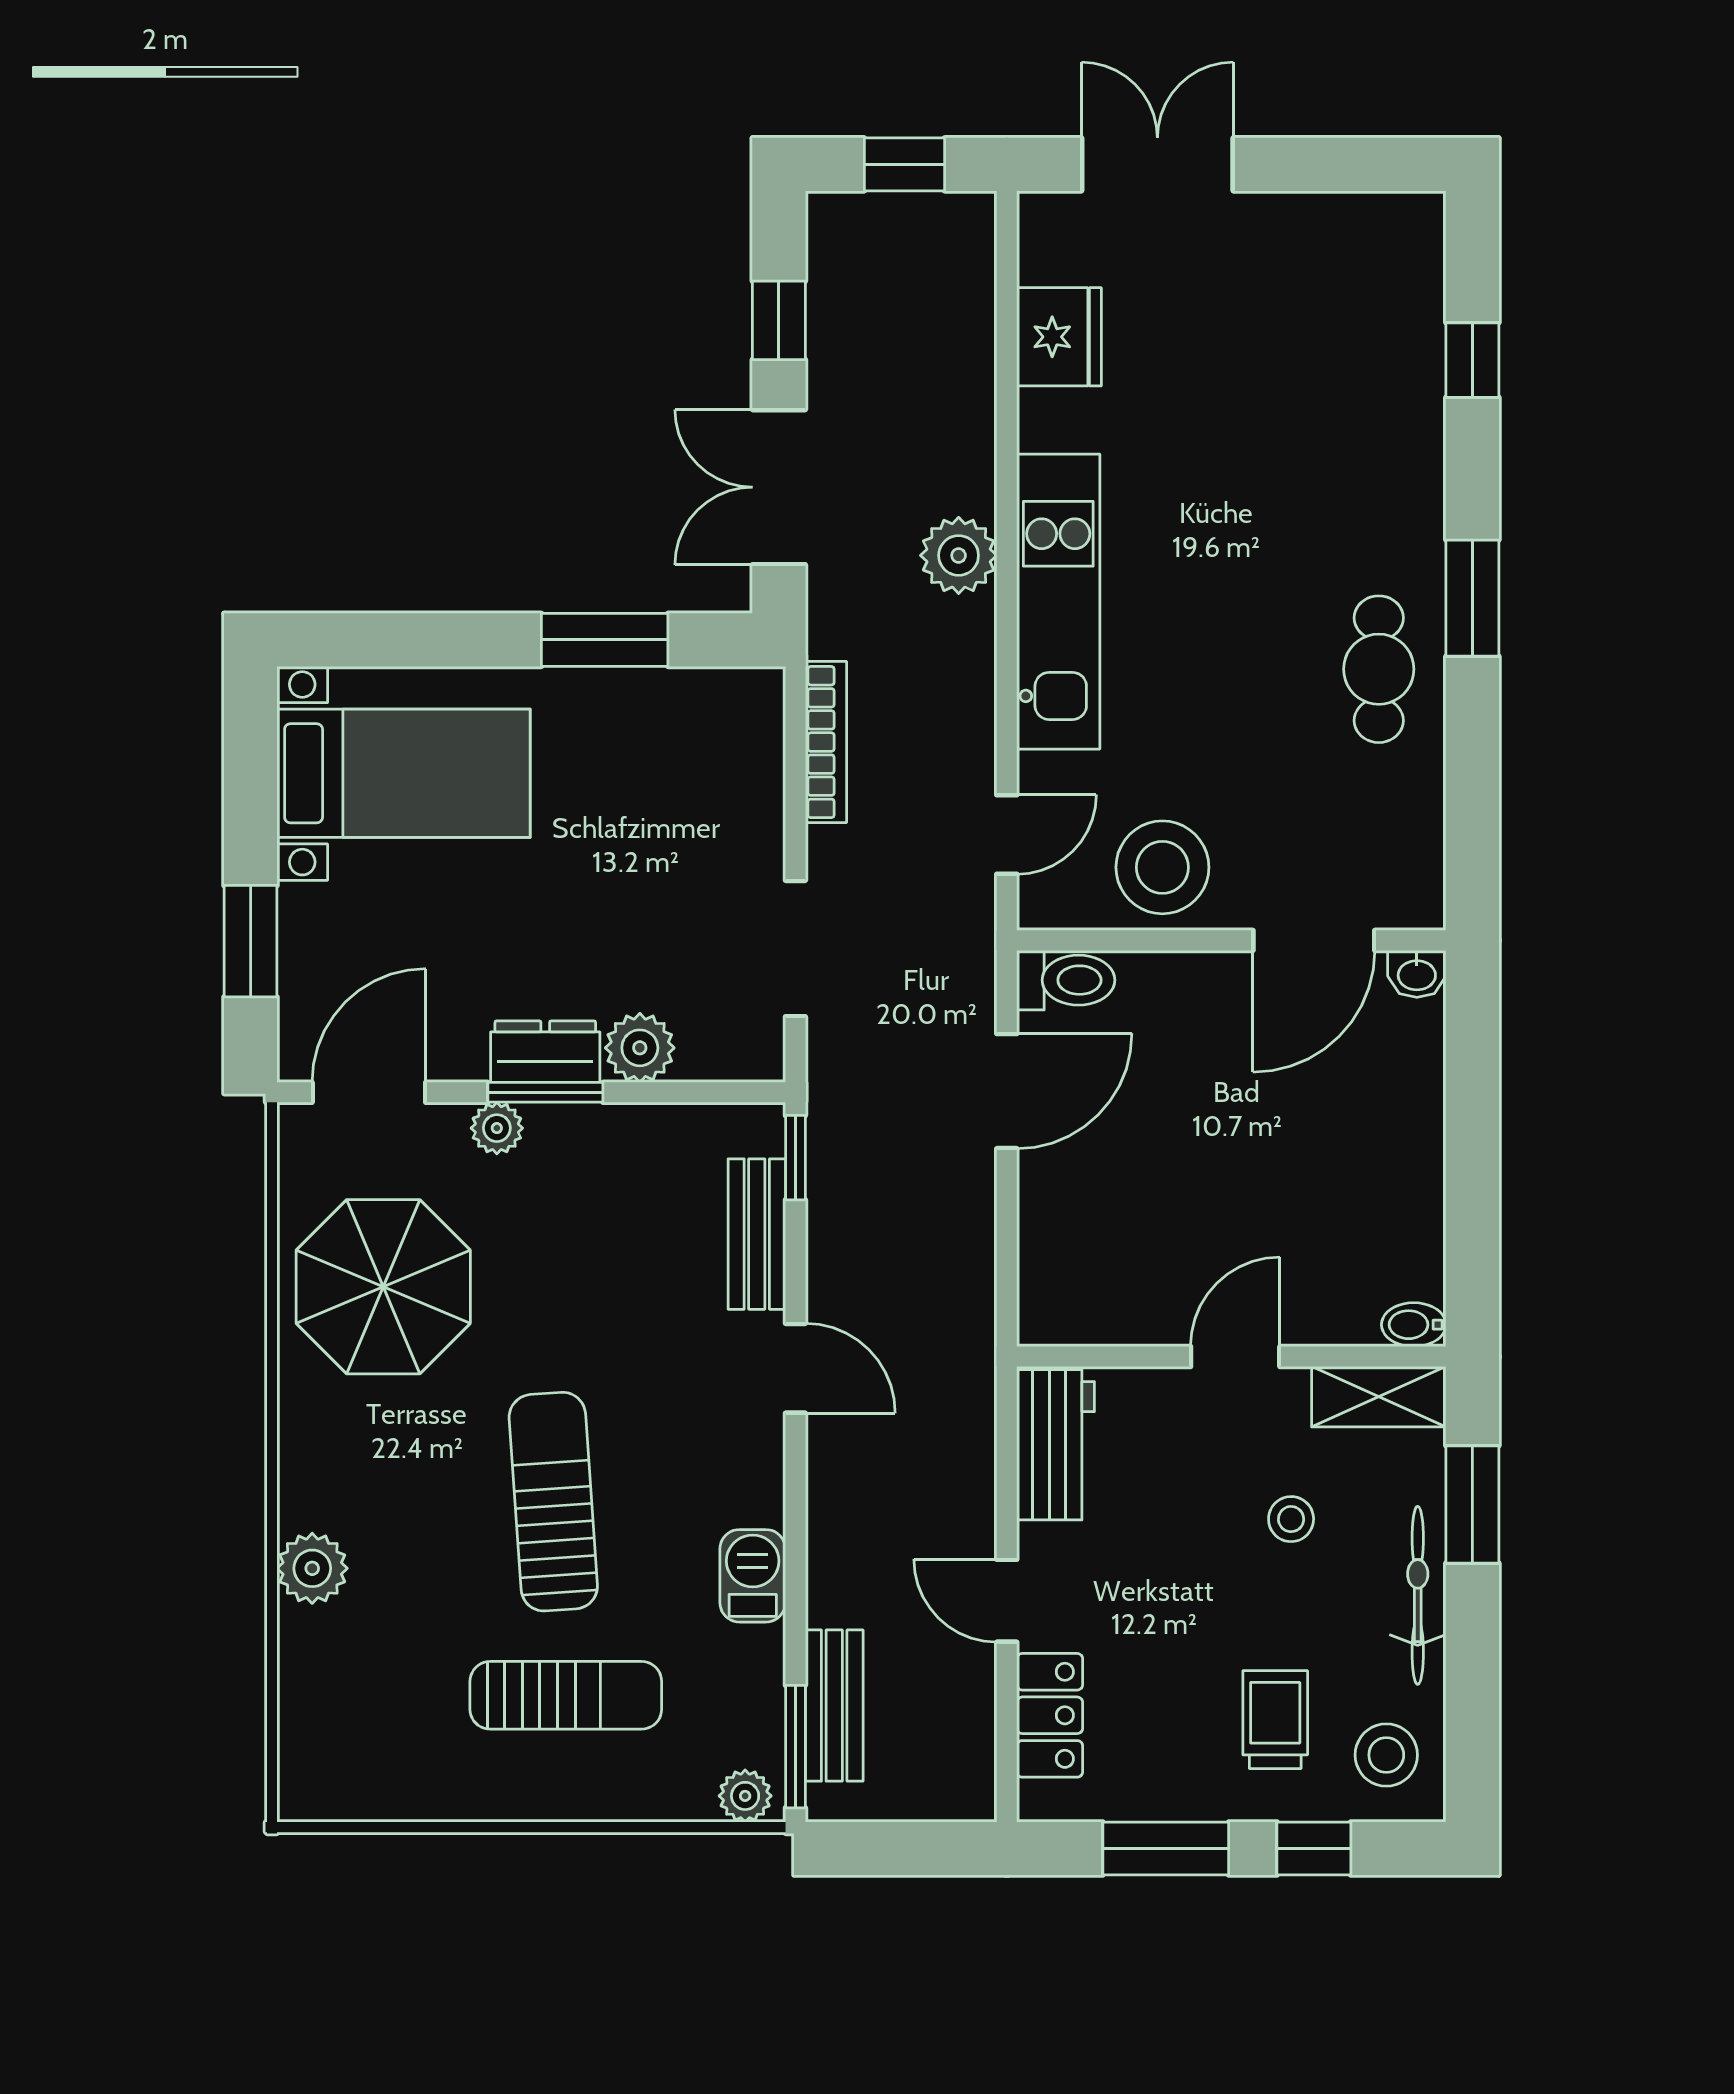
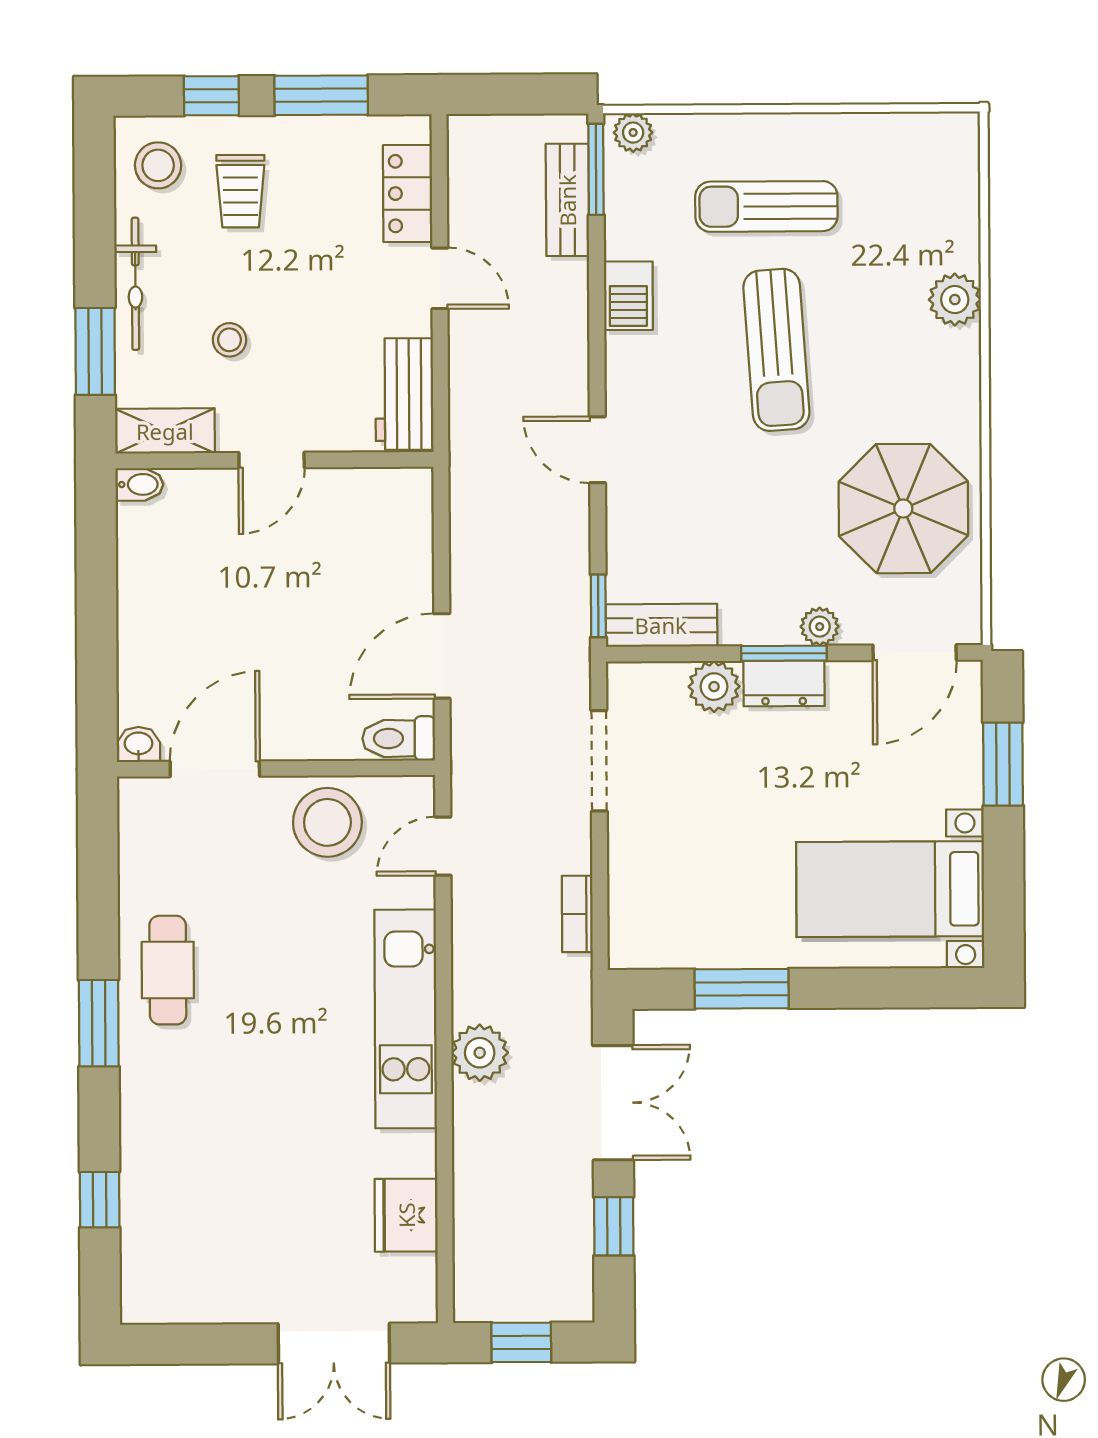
bookcase: (826, 742) -> (577, 914), width x0.64
bench: (757, 1234) -> (661, 625), moved, turned 90

